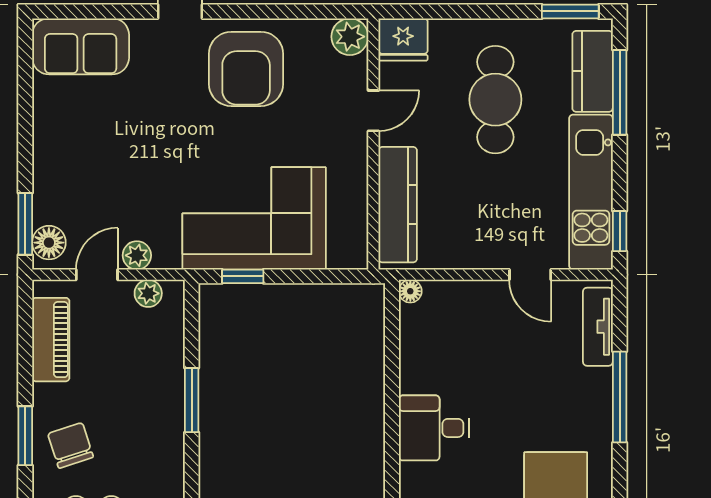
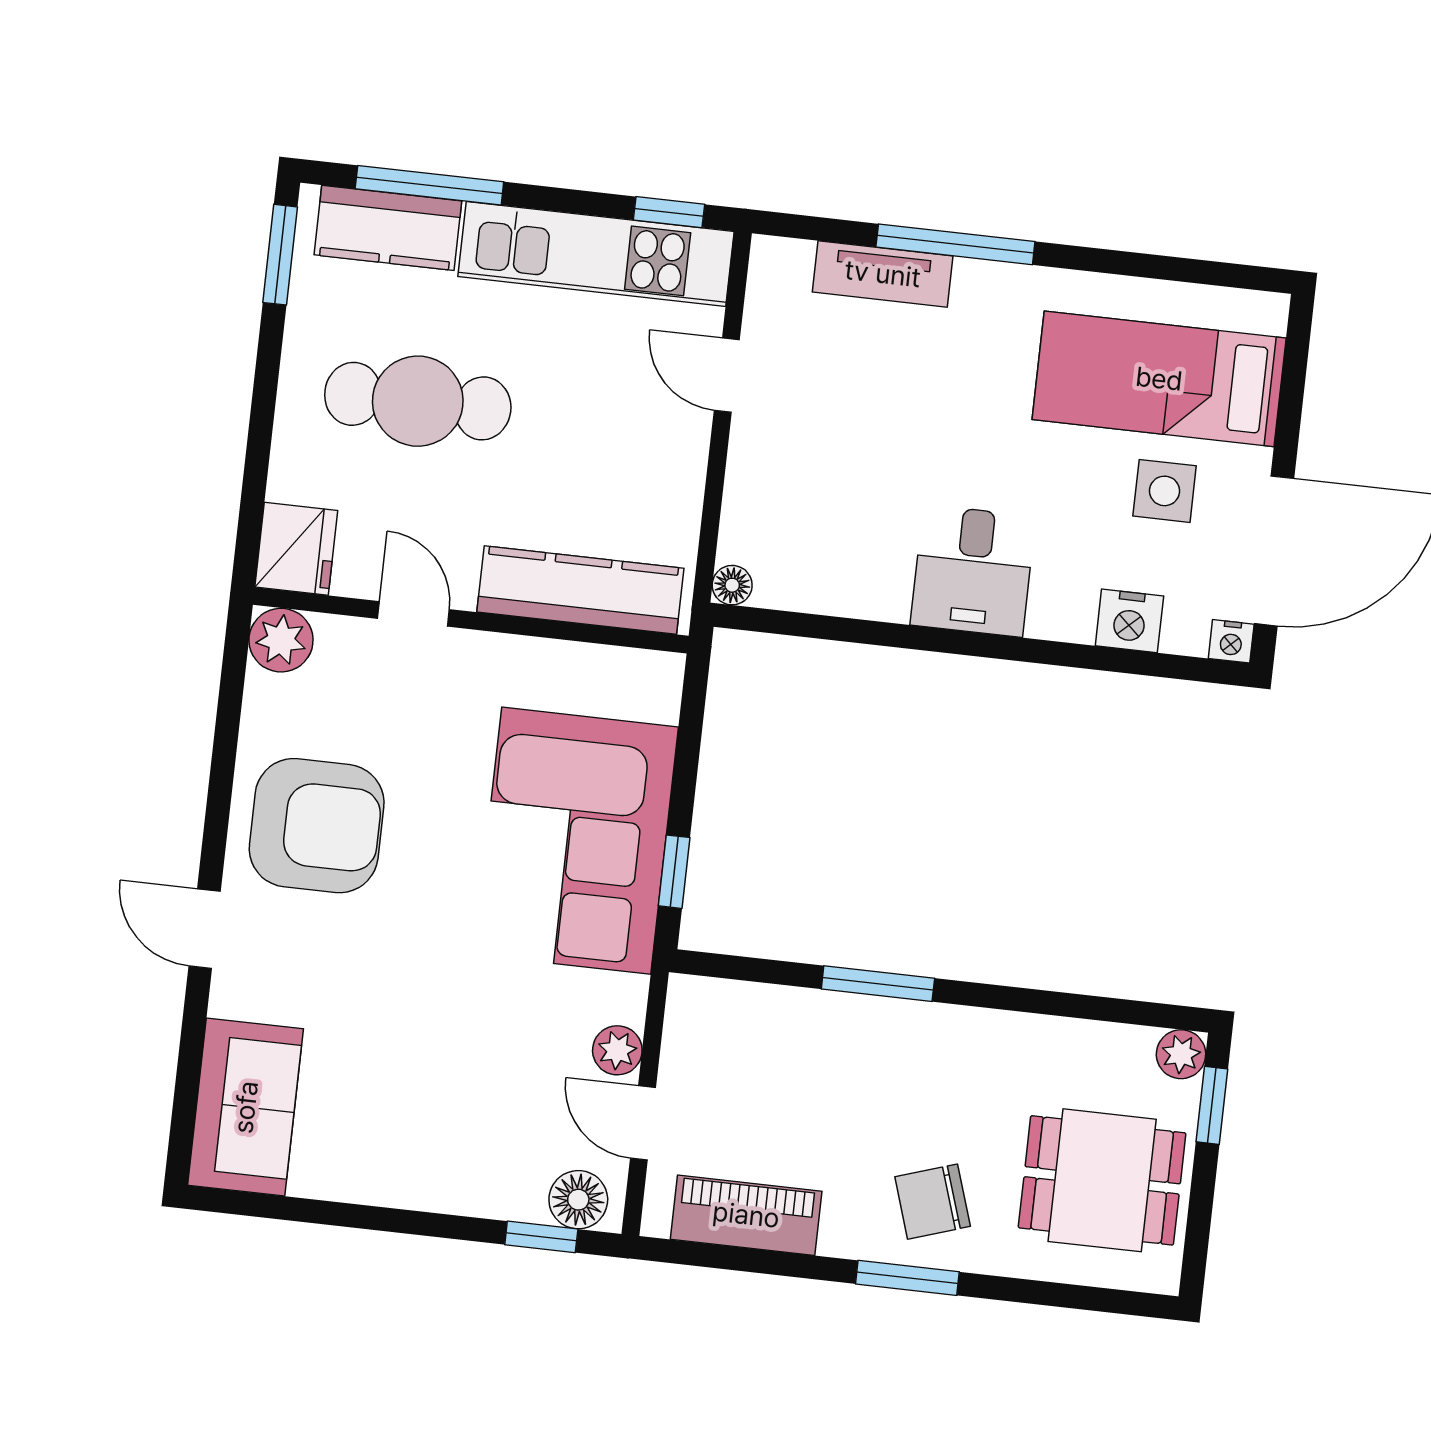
window: (25, 224) -> (541, 1237), width x0.67
door: (530, 275) -> (727, 375), swing flipped
plant: (148, 293) -> (685, 1038), removed
tv unit: (598, 327) -> (883, 274), moved

